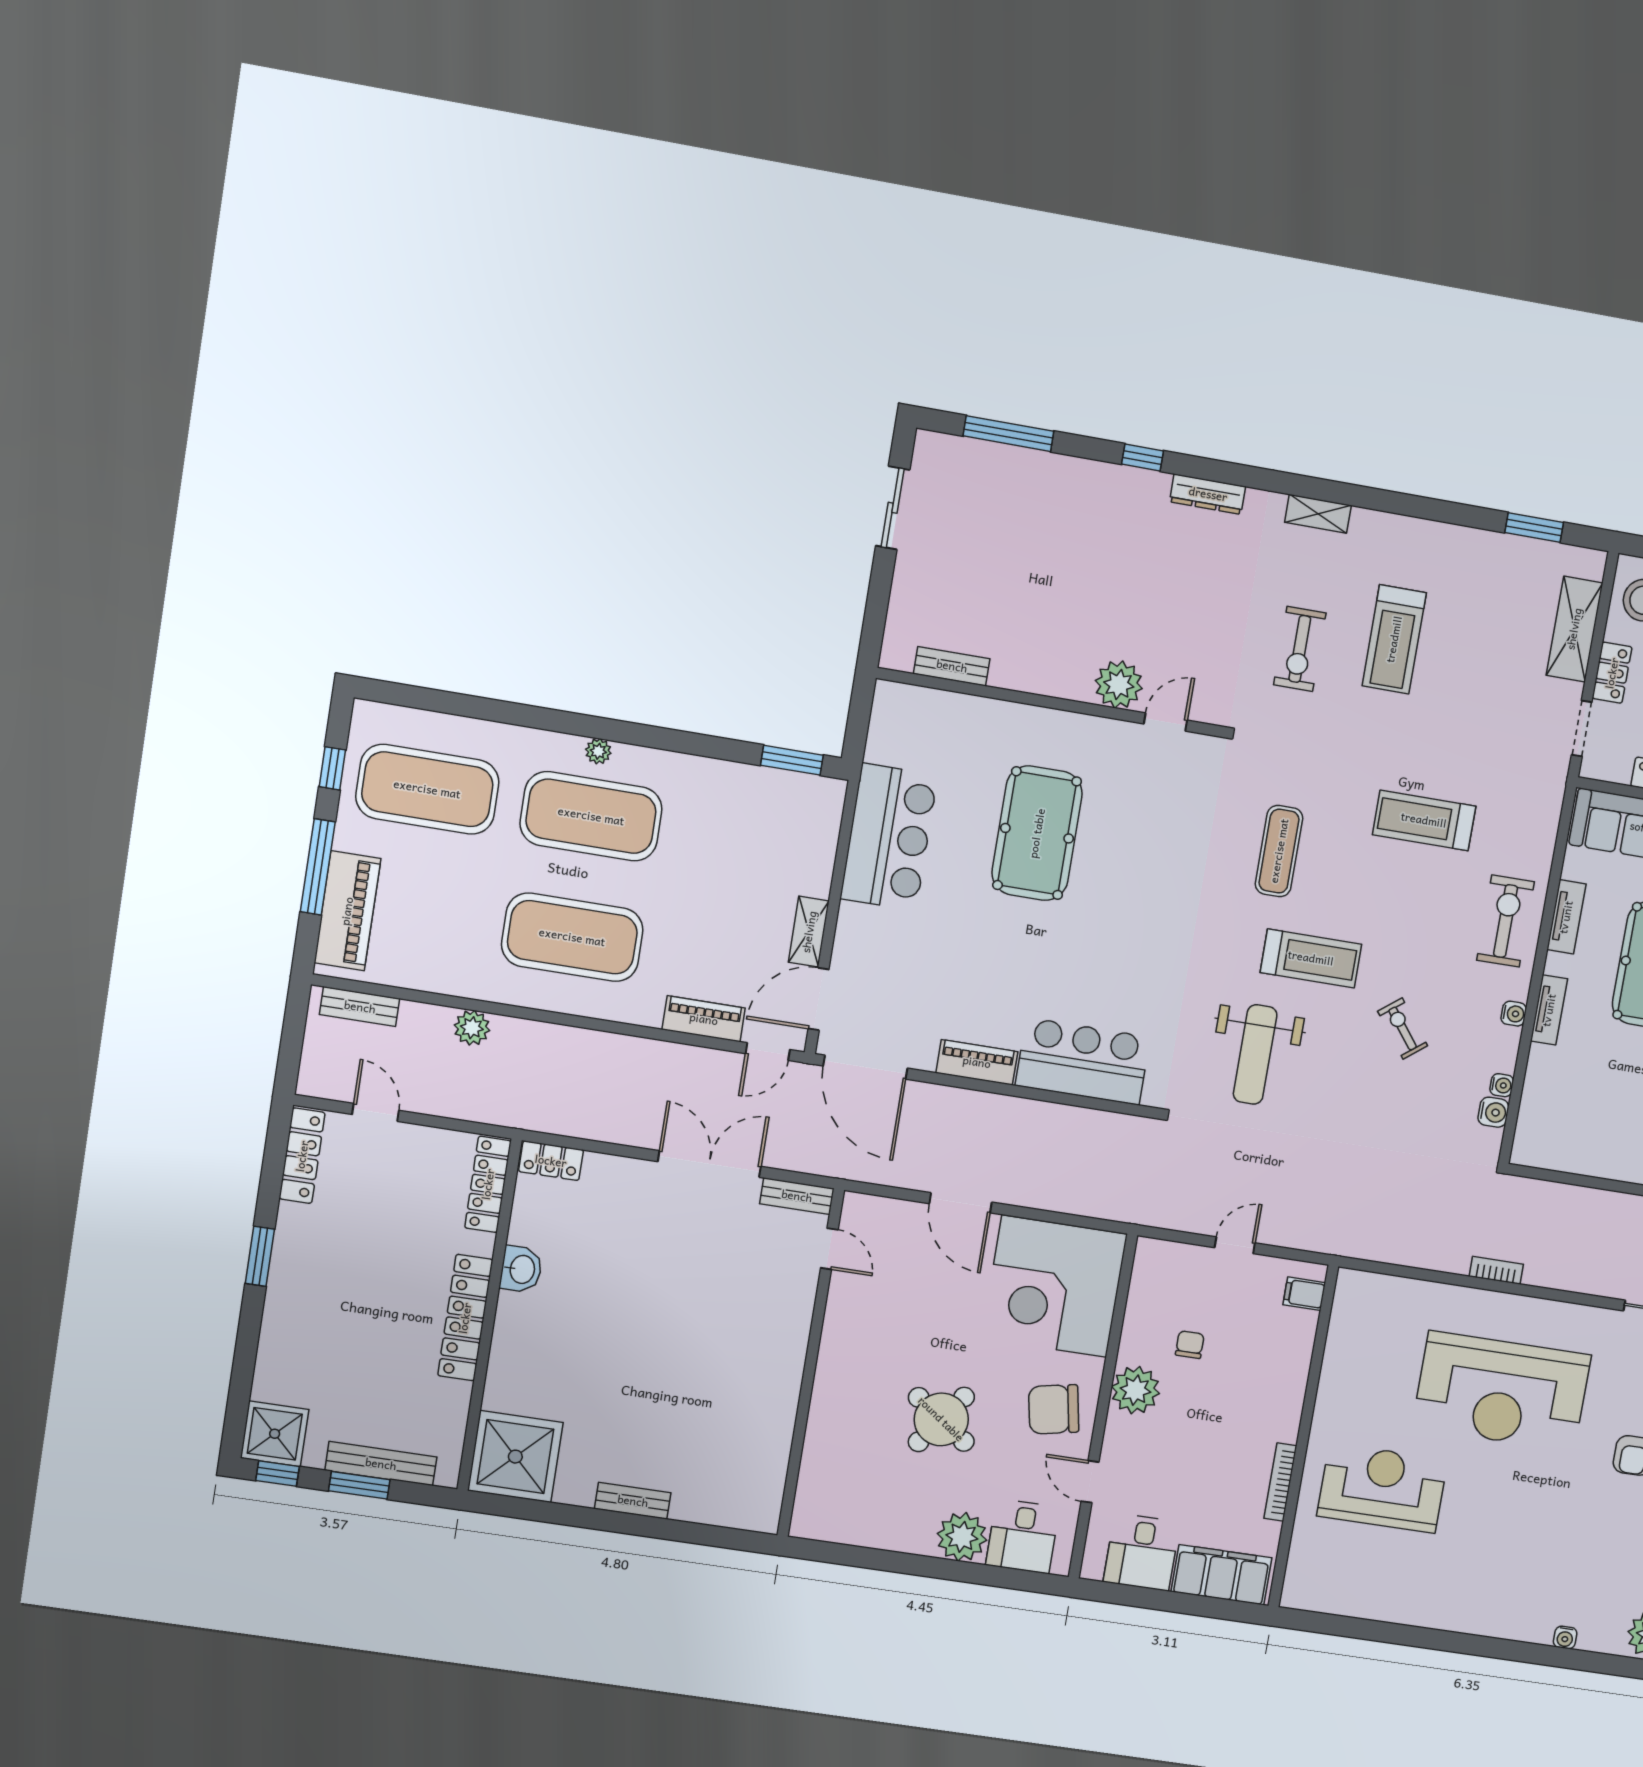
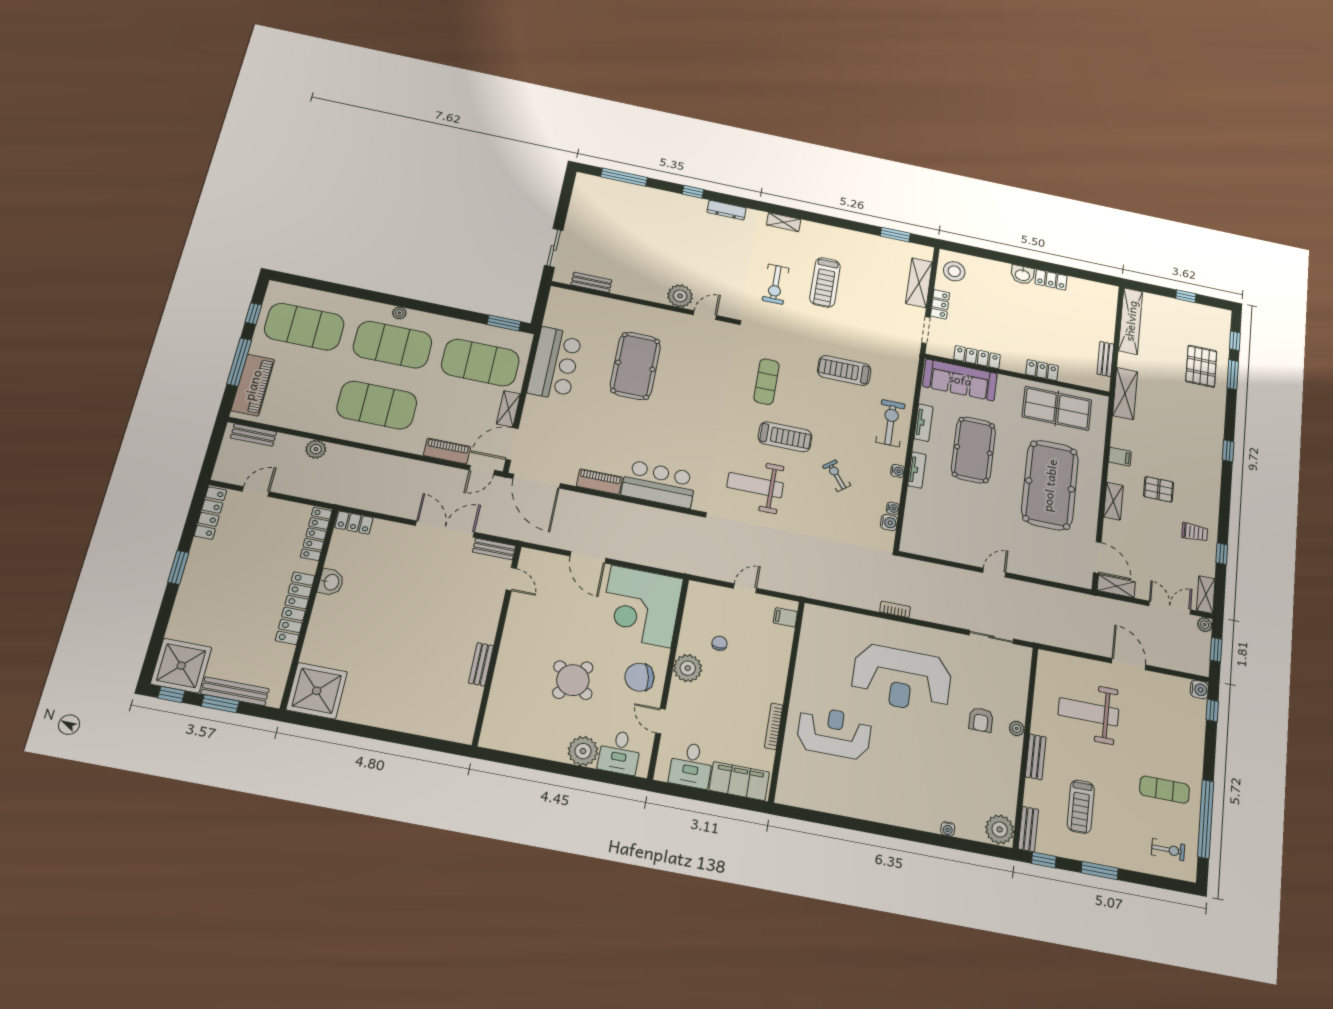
sliding door: (893, 508) -> (554, 248), moved
exercise mat: (753, 843) -> (480, 363), added
weight bench: (1255, 1054) -> (755, 485), turned 90
door: (376, 1112) -> (256, 492), hinge flipped
shower: (275, 1434) -> (181, 666), width x1.37, depth x1.37
bench: (633, 1501) -> (481, 664), moved, turned 90

